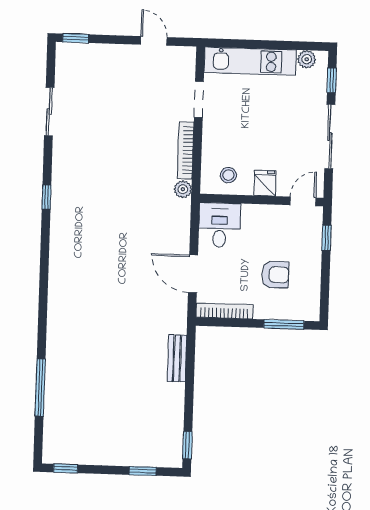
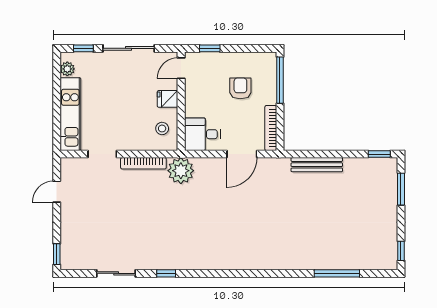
plant: (183, 189) -> (181, 171), width x1.87, depth x1.87
window: (46, 197) -> (166, 273), moved
door: (303, 201) -> (181, 68), hinge flipped
window: (284, 324) -> (280, 80), width x1.44
bench: (177, 358) -> (317, 165), width x1.36
window: (143, 471) -> (401, 189), width x1.50

